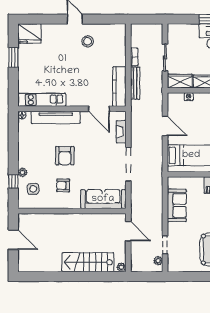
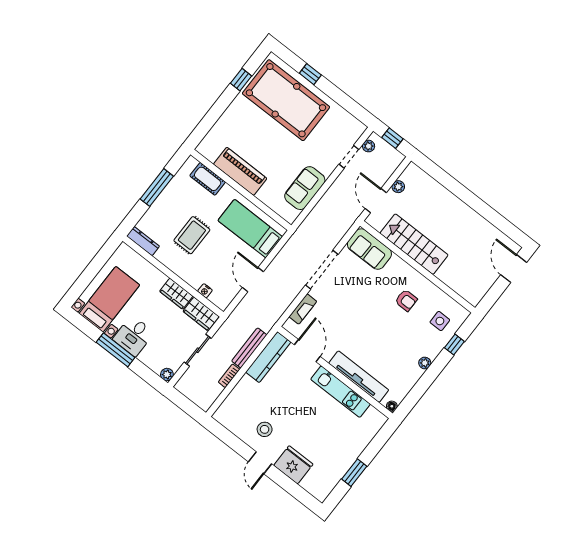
plant: (172, 29) -> (167, 374), added
fridge: (30, 34) -> (293, 465), moved
kitchen unit: (42, 100) -> (341, 392), moved
armchair: (65, 156) -> (380, 330), removed
plant: (22, 172) -> (425, 363), moved
sofa: (103, 199) -> (369, 249), width x0.73
door: (13, 240) -> (514, 269), moved
stairs: (88, 262) -> (414, 244), moved, turned 180
plant: (121, 267) -> (398, 187), moved
window: (148, 277) -> (392, 138), added

